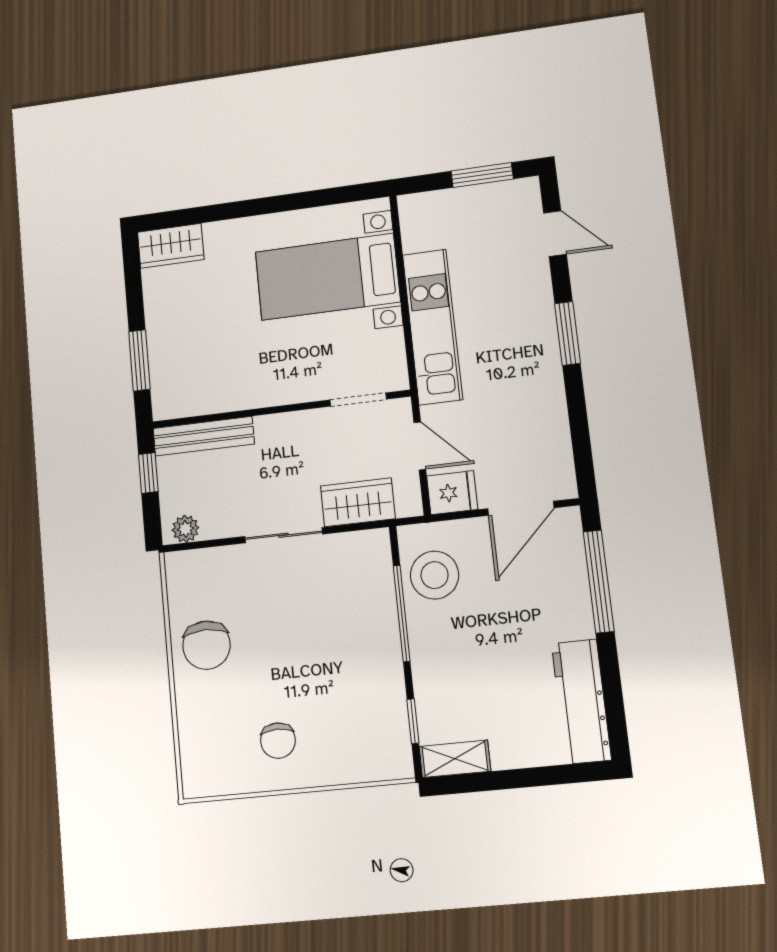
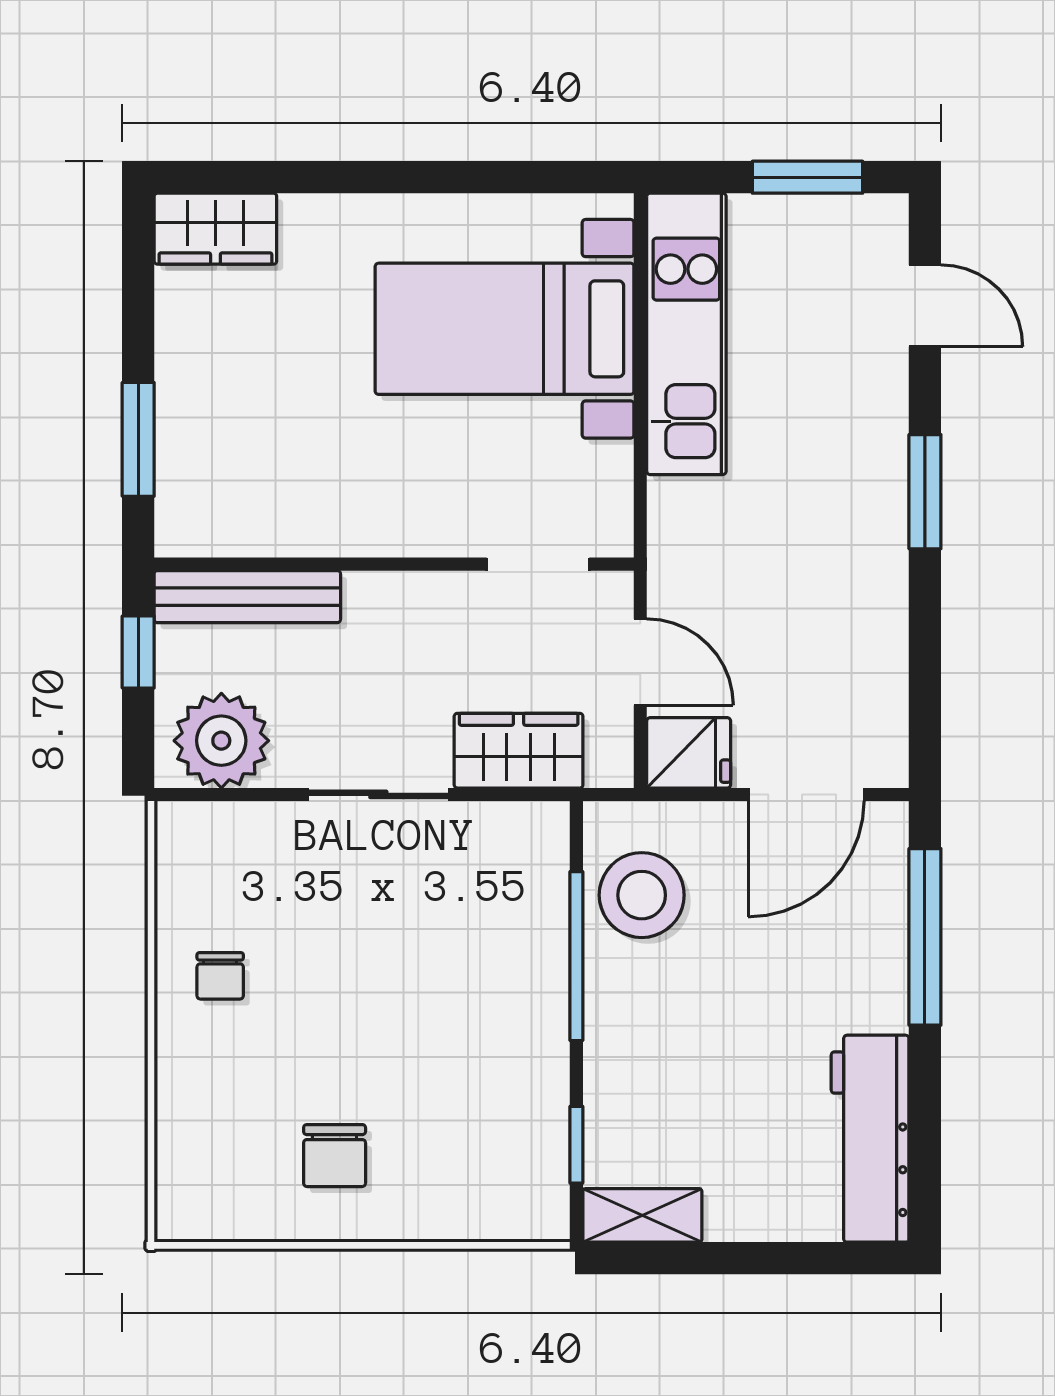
kitchen unit: (432, 327) -> (686, 334), moved
plant: (185, 529) -> (221, 741), width x1.87, depth x1.87
chair: (206, 645) -> (220, 976), width x0.54, depth x0.54

